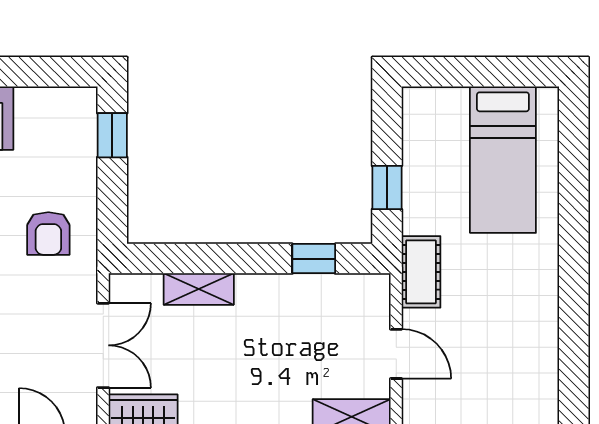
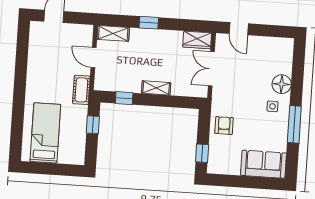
armchair: (48, 233) -> (224, 126), moved
shelving: (199, 289) -> (156, 88), moved

